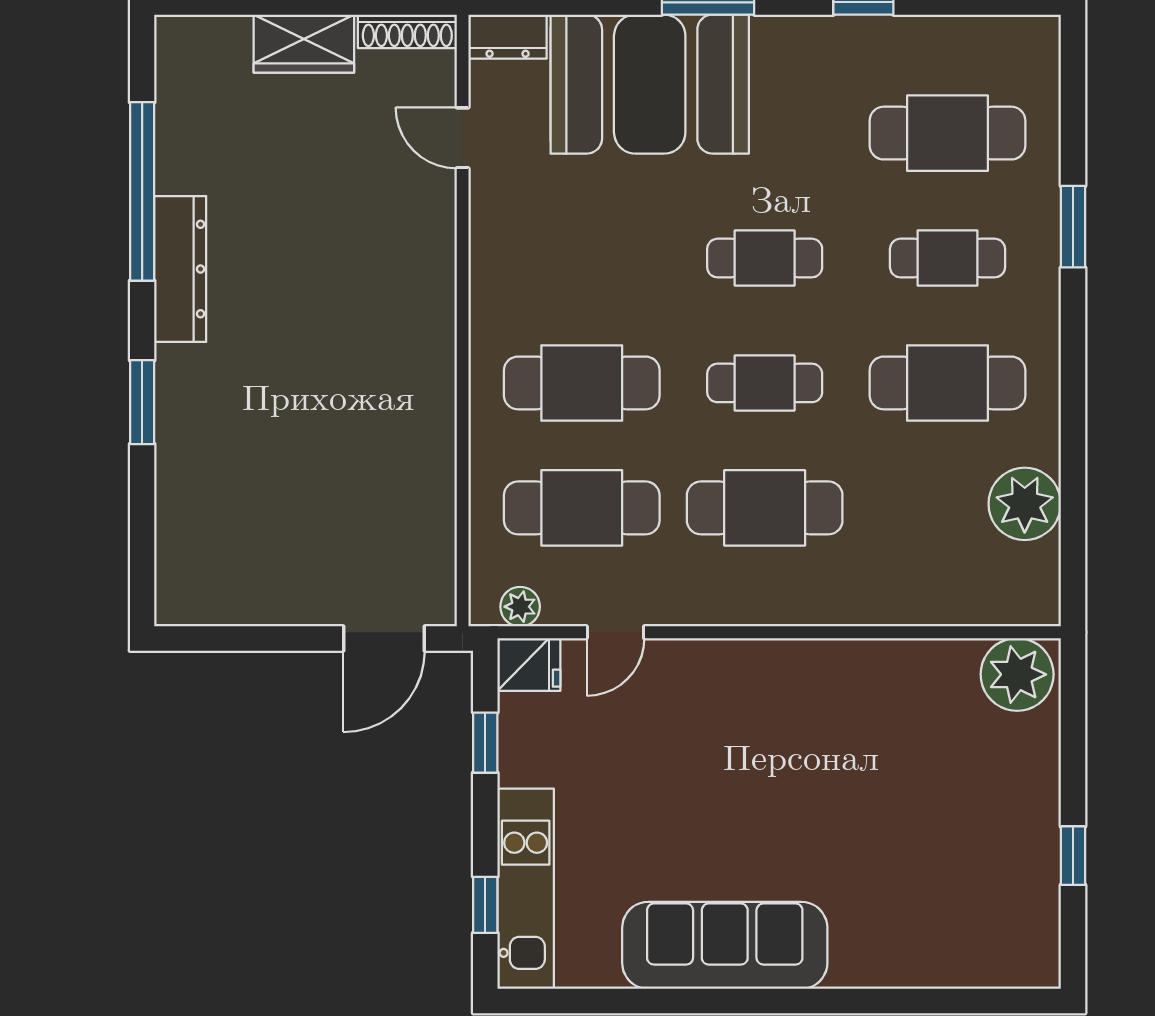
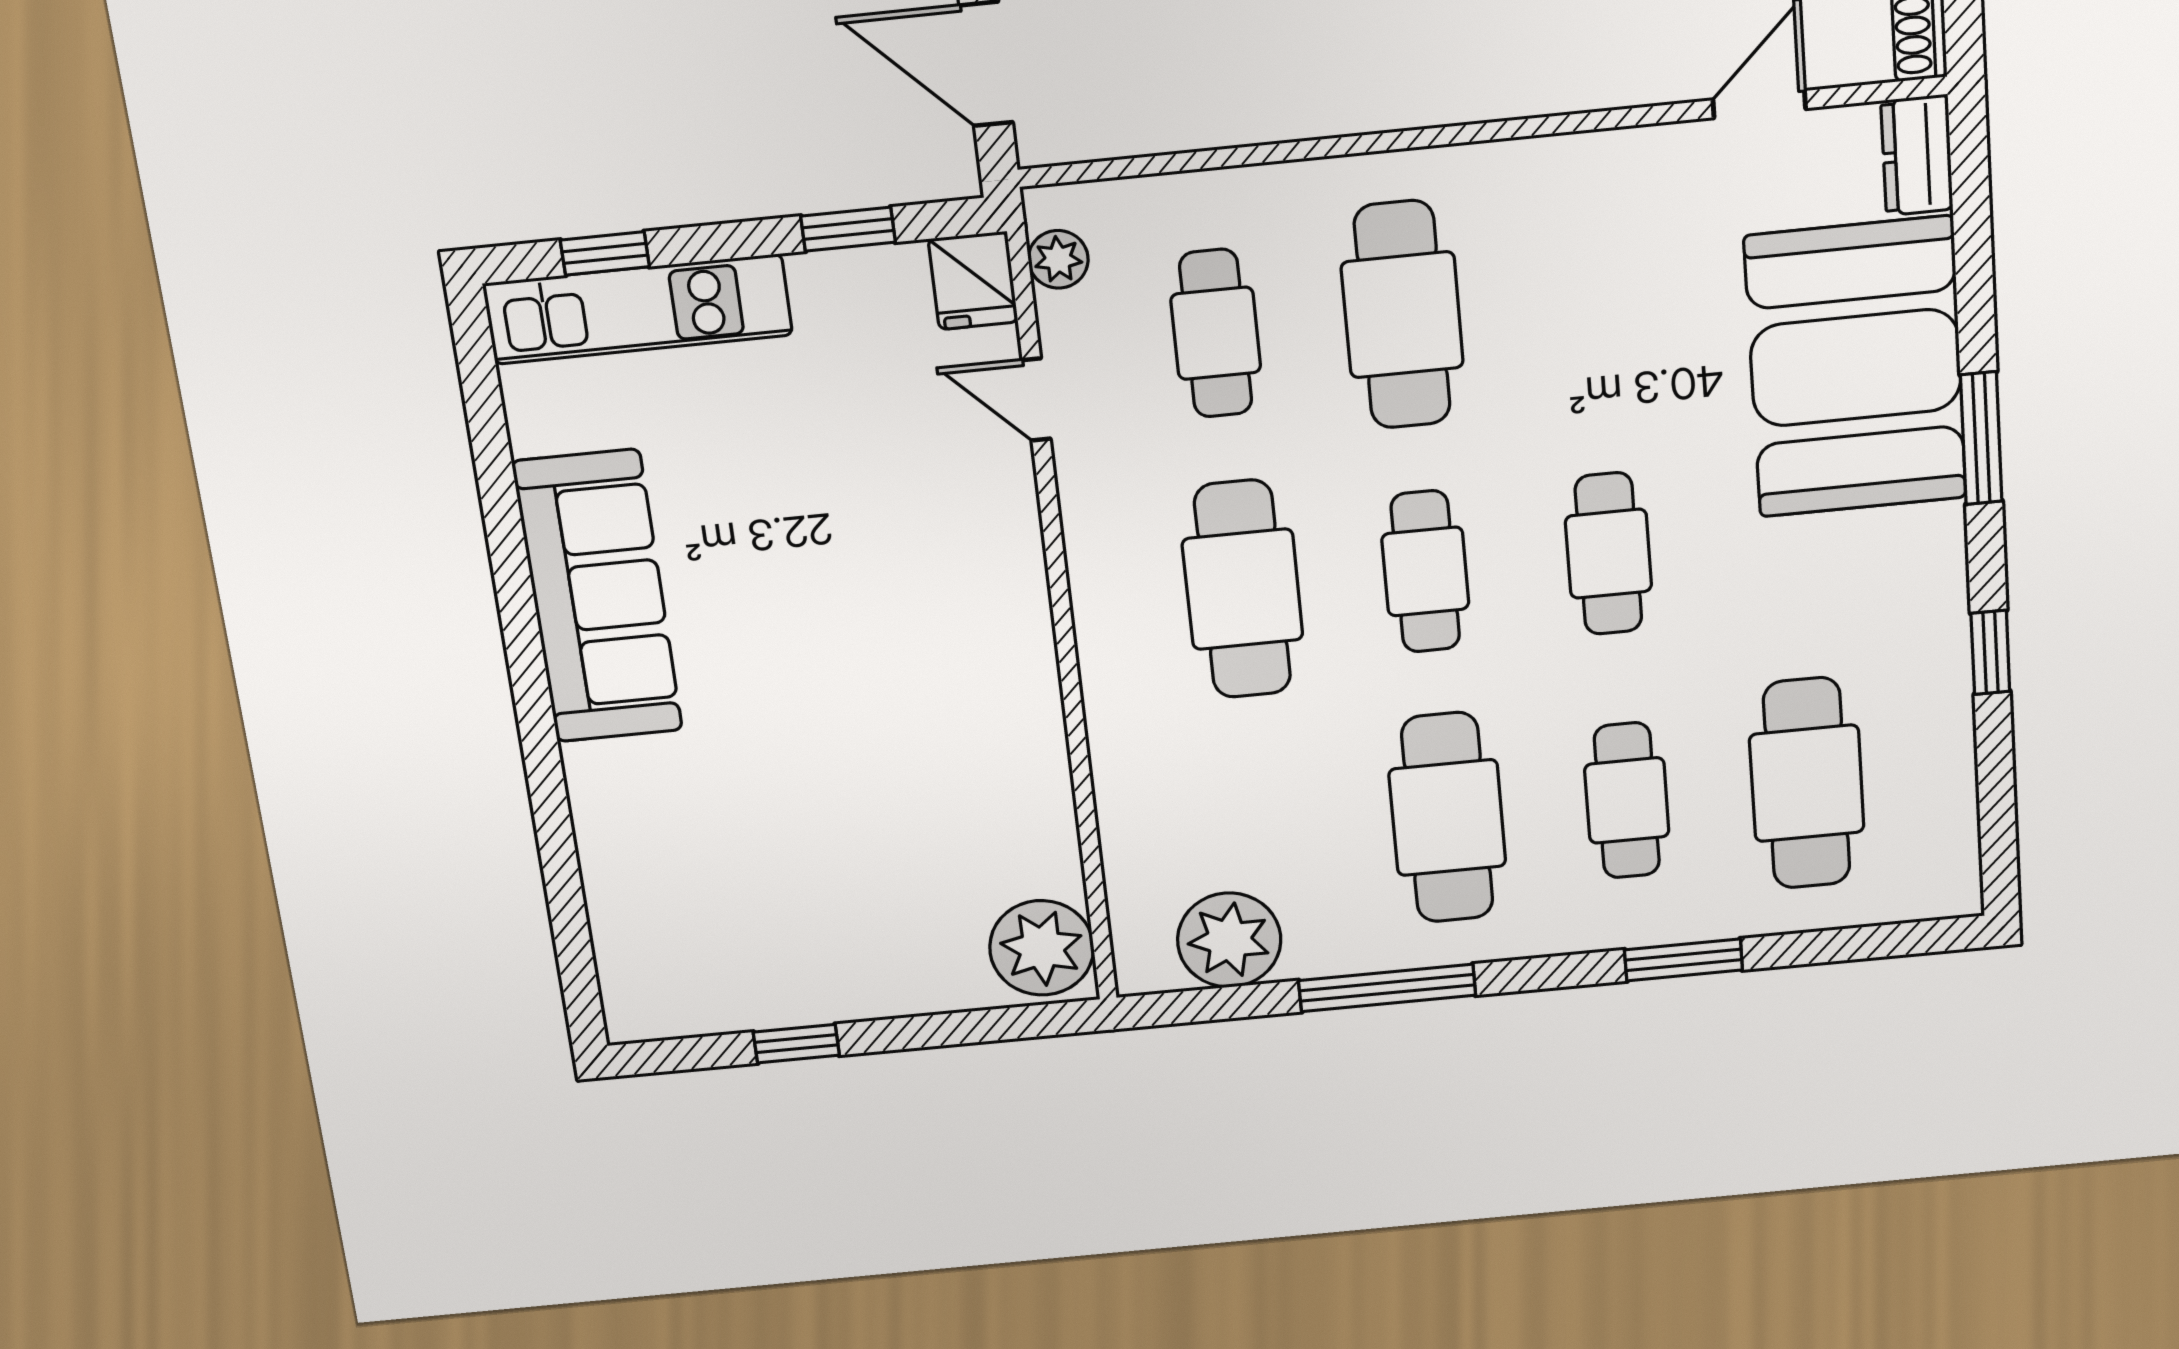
window: (1073, 436) -> (1387, 988), added
plant: (1025, 504) -> (1229, 940), moved
cafe table: (582, 508) -> (1216, 333), width x0.73, depth x0.74

